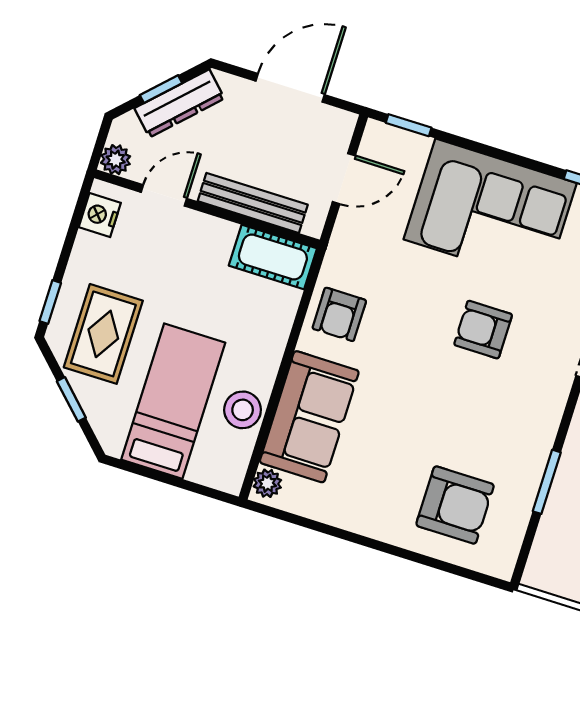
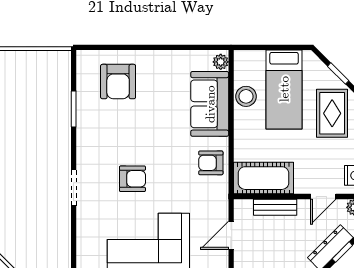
bench: (253, 203) -> (275, 207), width x0.73
cot: (273, 257) -> (264, 178), width x1.37, depth x1.34
armchair: (339, 314) -> (211, 163), turned -90
armchair: (455, 505) -> (118, 82), turned -90

